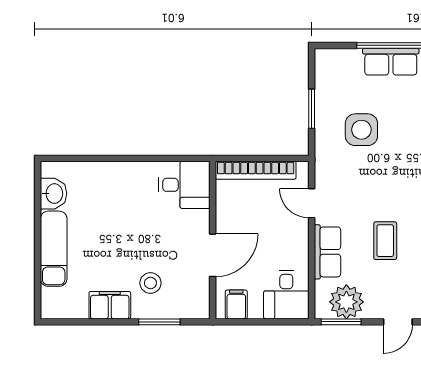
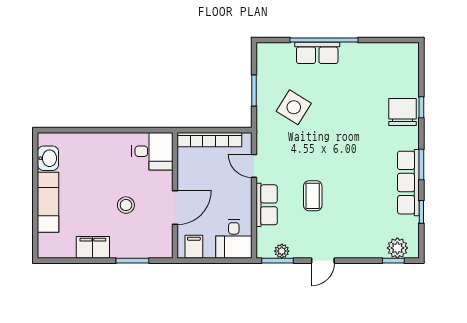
side table: (361, 130) -> (294, 107), turned 32
stool: (150, 283) -> (126, 205), moved
plant: (346, 302) -> (282, 251), width x0.53, depth x0.53

